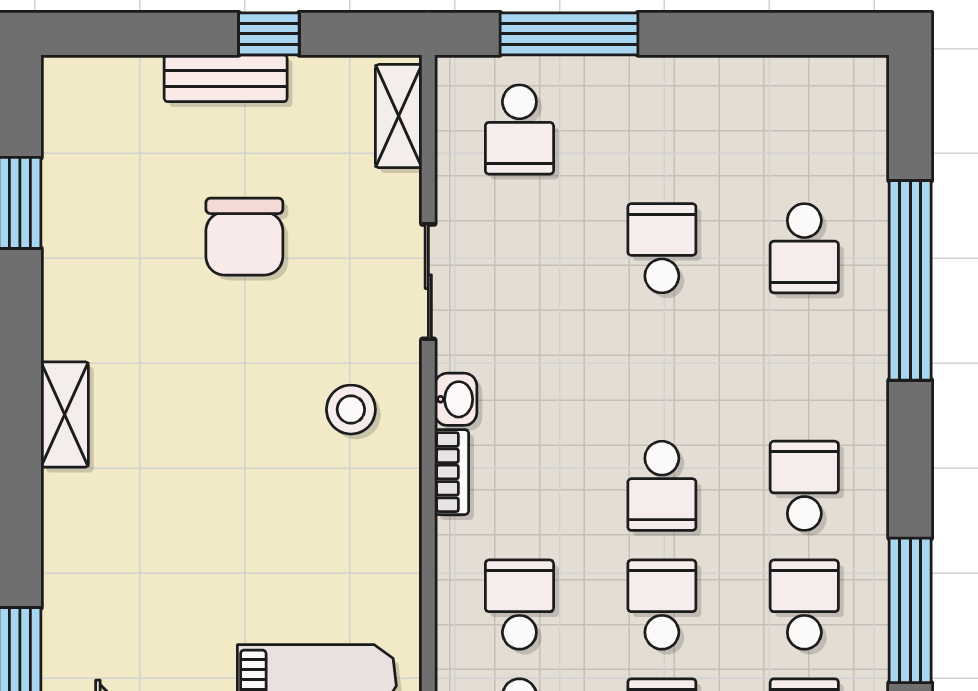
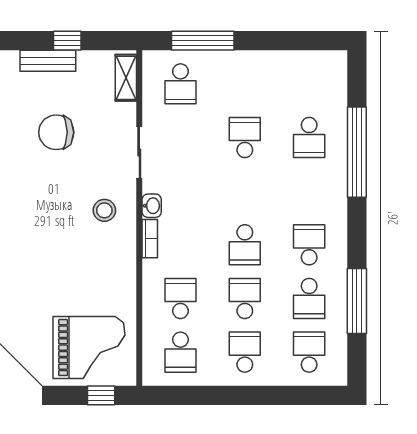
chair: (244, 237) -> (56, 132), turned 90
school desk: (804, 605) -> (309, 298), turned 180

